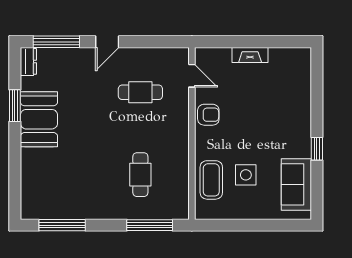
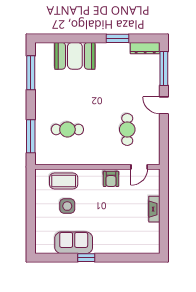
dresser: (28, 61) -> (145, 48), width x1.44
booth: (39, 119) -> (75, 56), moved
sofa: (296, 184) -> (74, 243), moved

